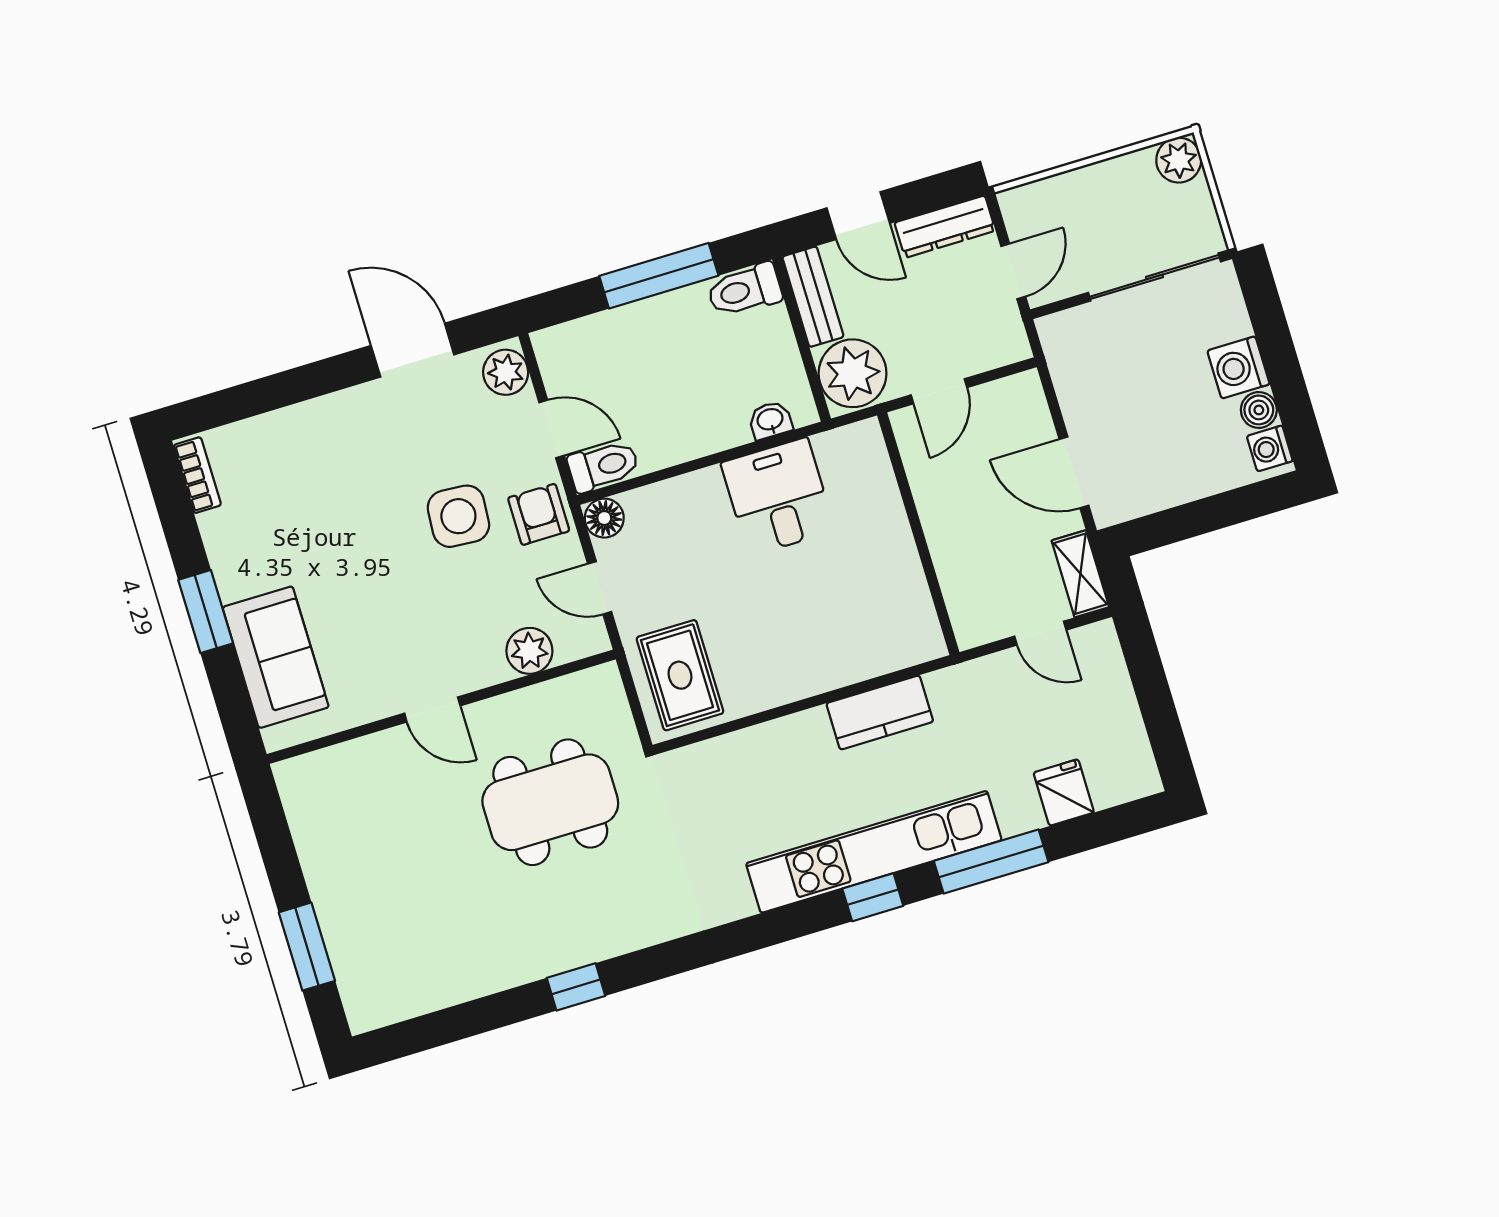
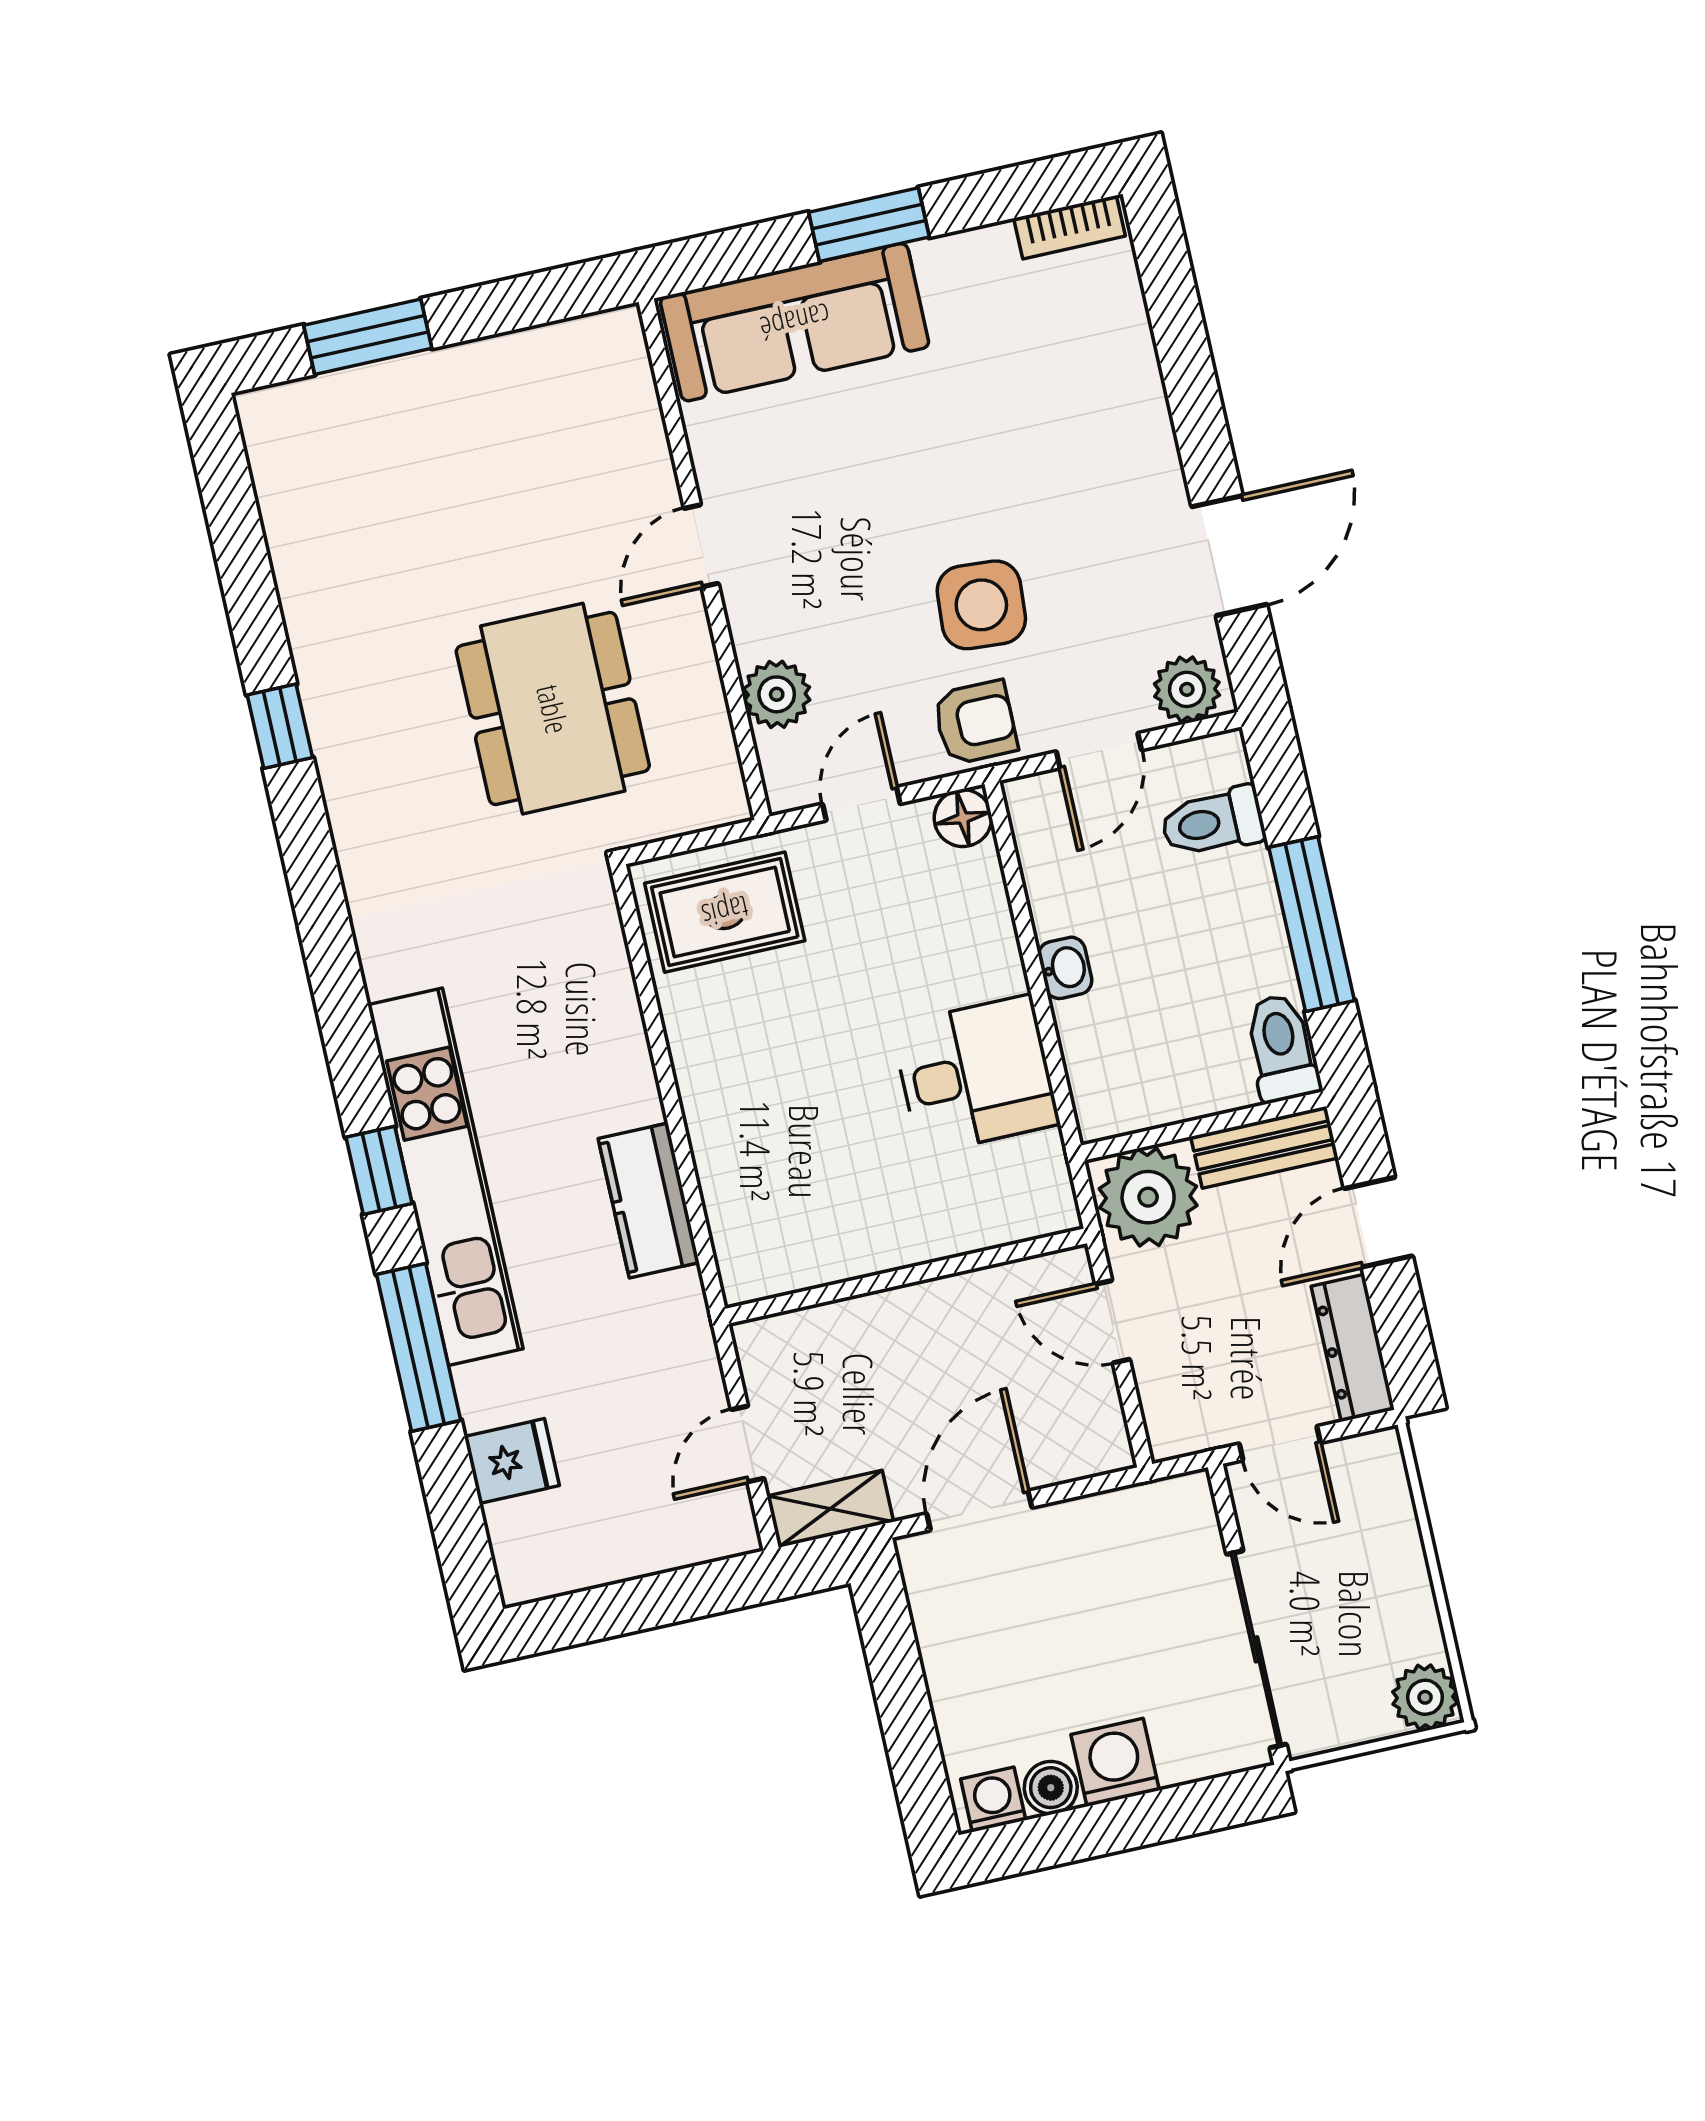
washbasin: (770, 420) -> (1065, 968), moved
toilet: (603, 466) -> (1213, 822), moved, turned 90
sofa: (276, 657) -> (795, 322), width x1.36

